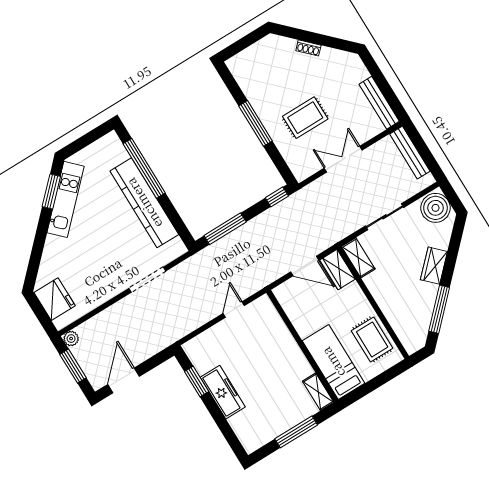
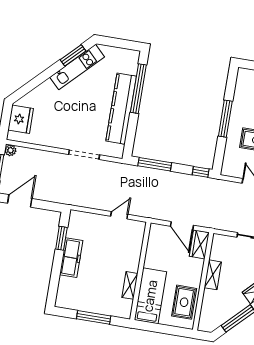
shelving: (358, 258) -> (213, 275), moved
shelving: (318, 392) -> (130, 285), moved

